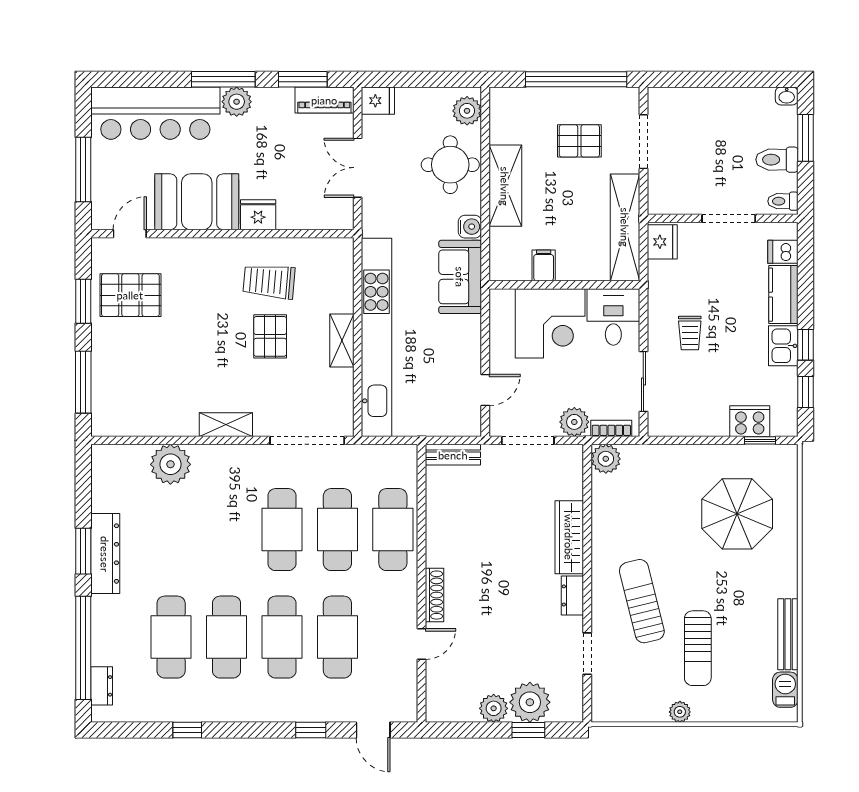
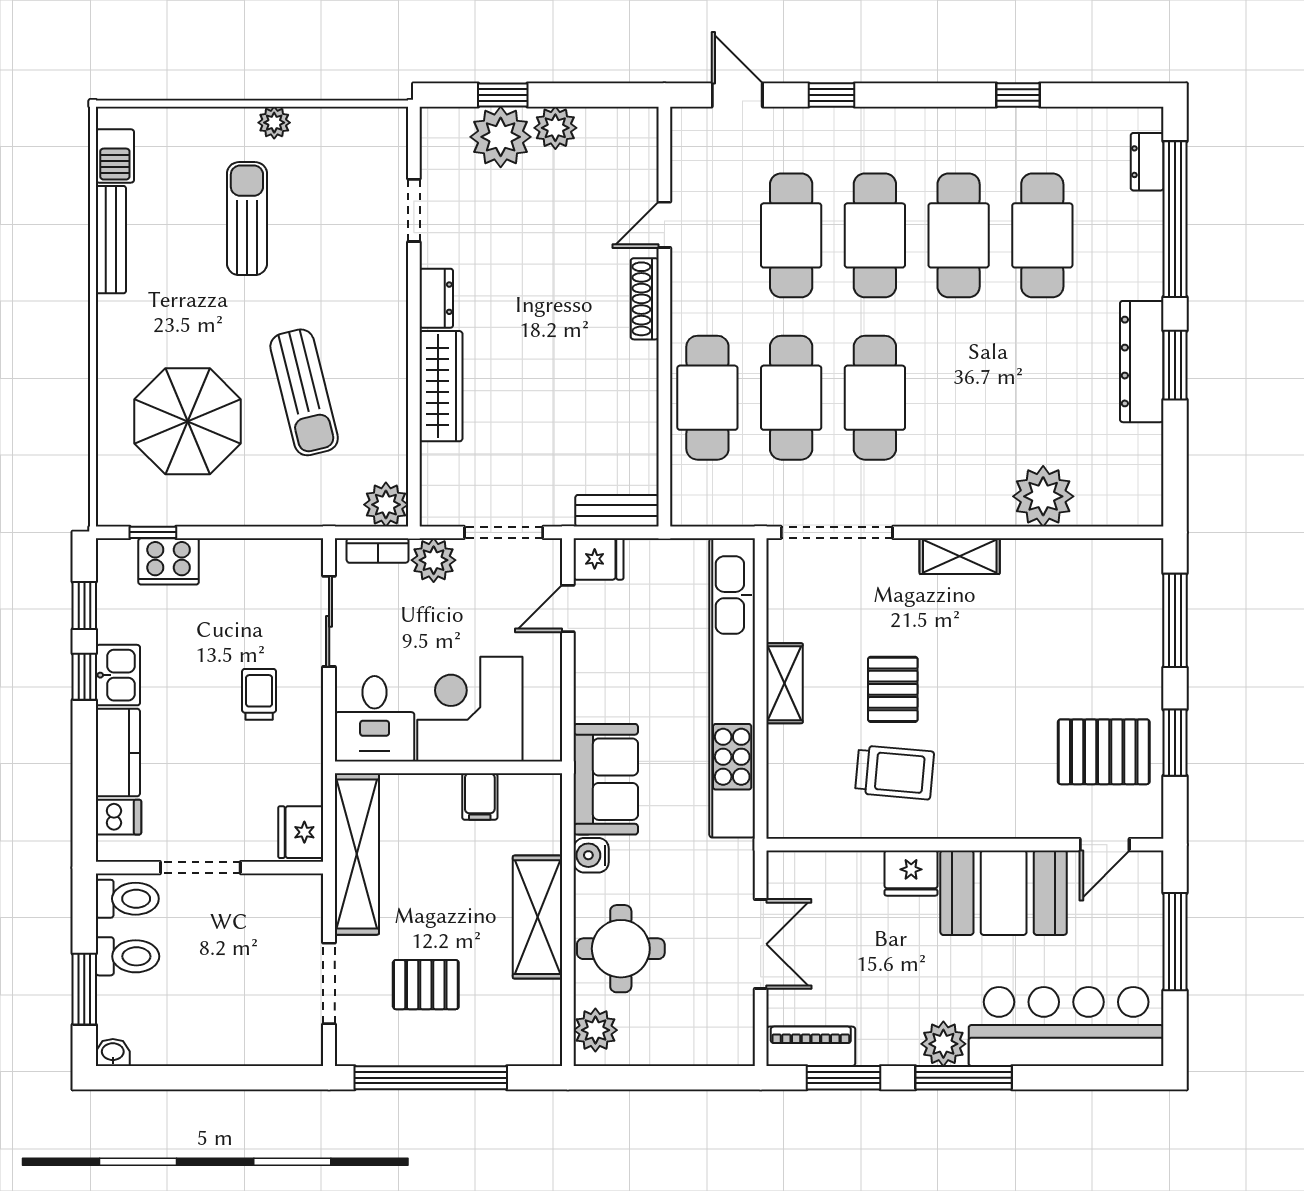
fridge: (378, 101) -> (599, 559), moved, turned 180
toilet: (783, 201) -> (127, 899), width x1.37, depth x1.39
sun lounger: (642, 601) -> (304, 392), moved

